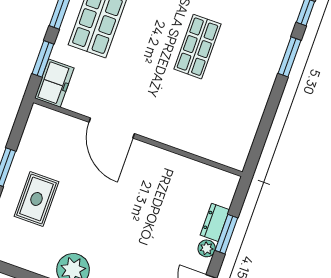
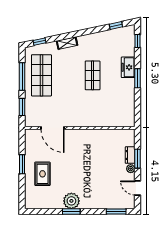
window: (289, 57) -> (137, 78), moved
freezer: (54, 83) -> (128, 67), moved, turned 180
door: (112, 128) -> (53, 128), moved

